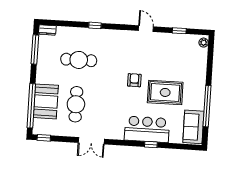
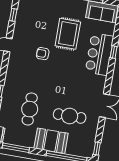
armchair: (134, 80) -> (43, 54), moved
booth: (46, 101) -> (51, 141), moved

